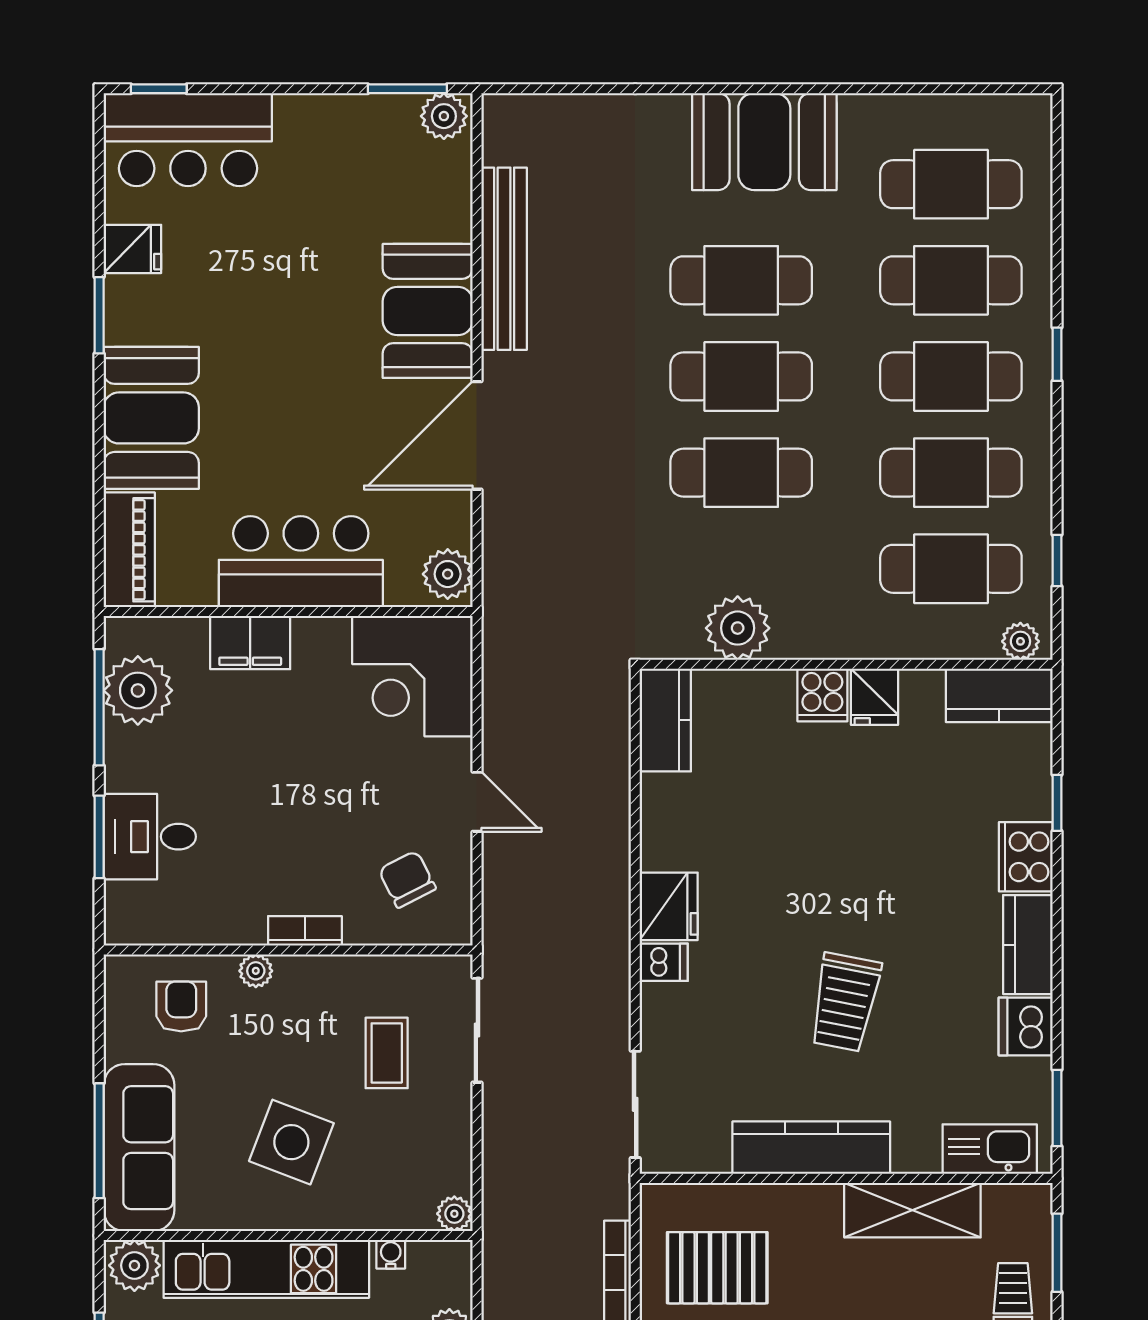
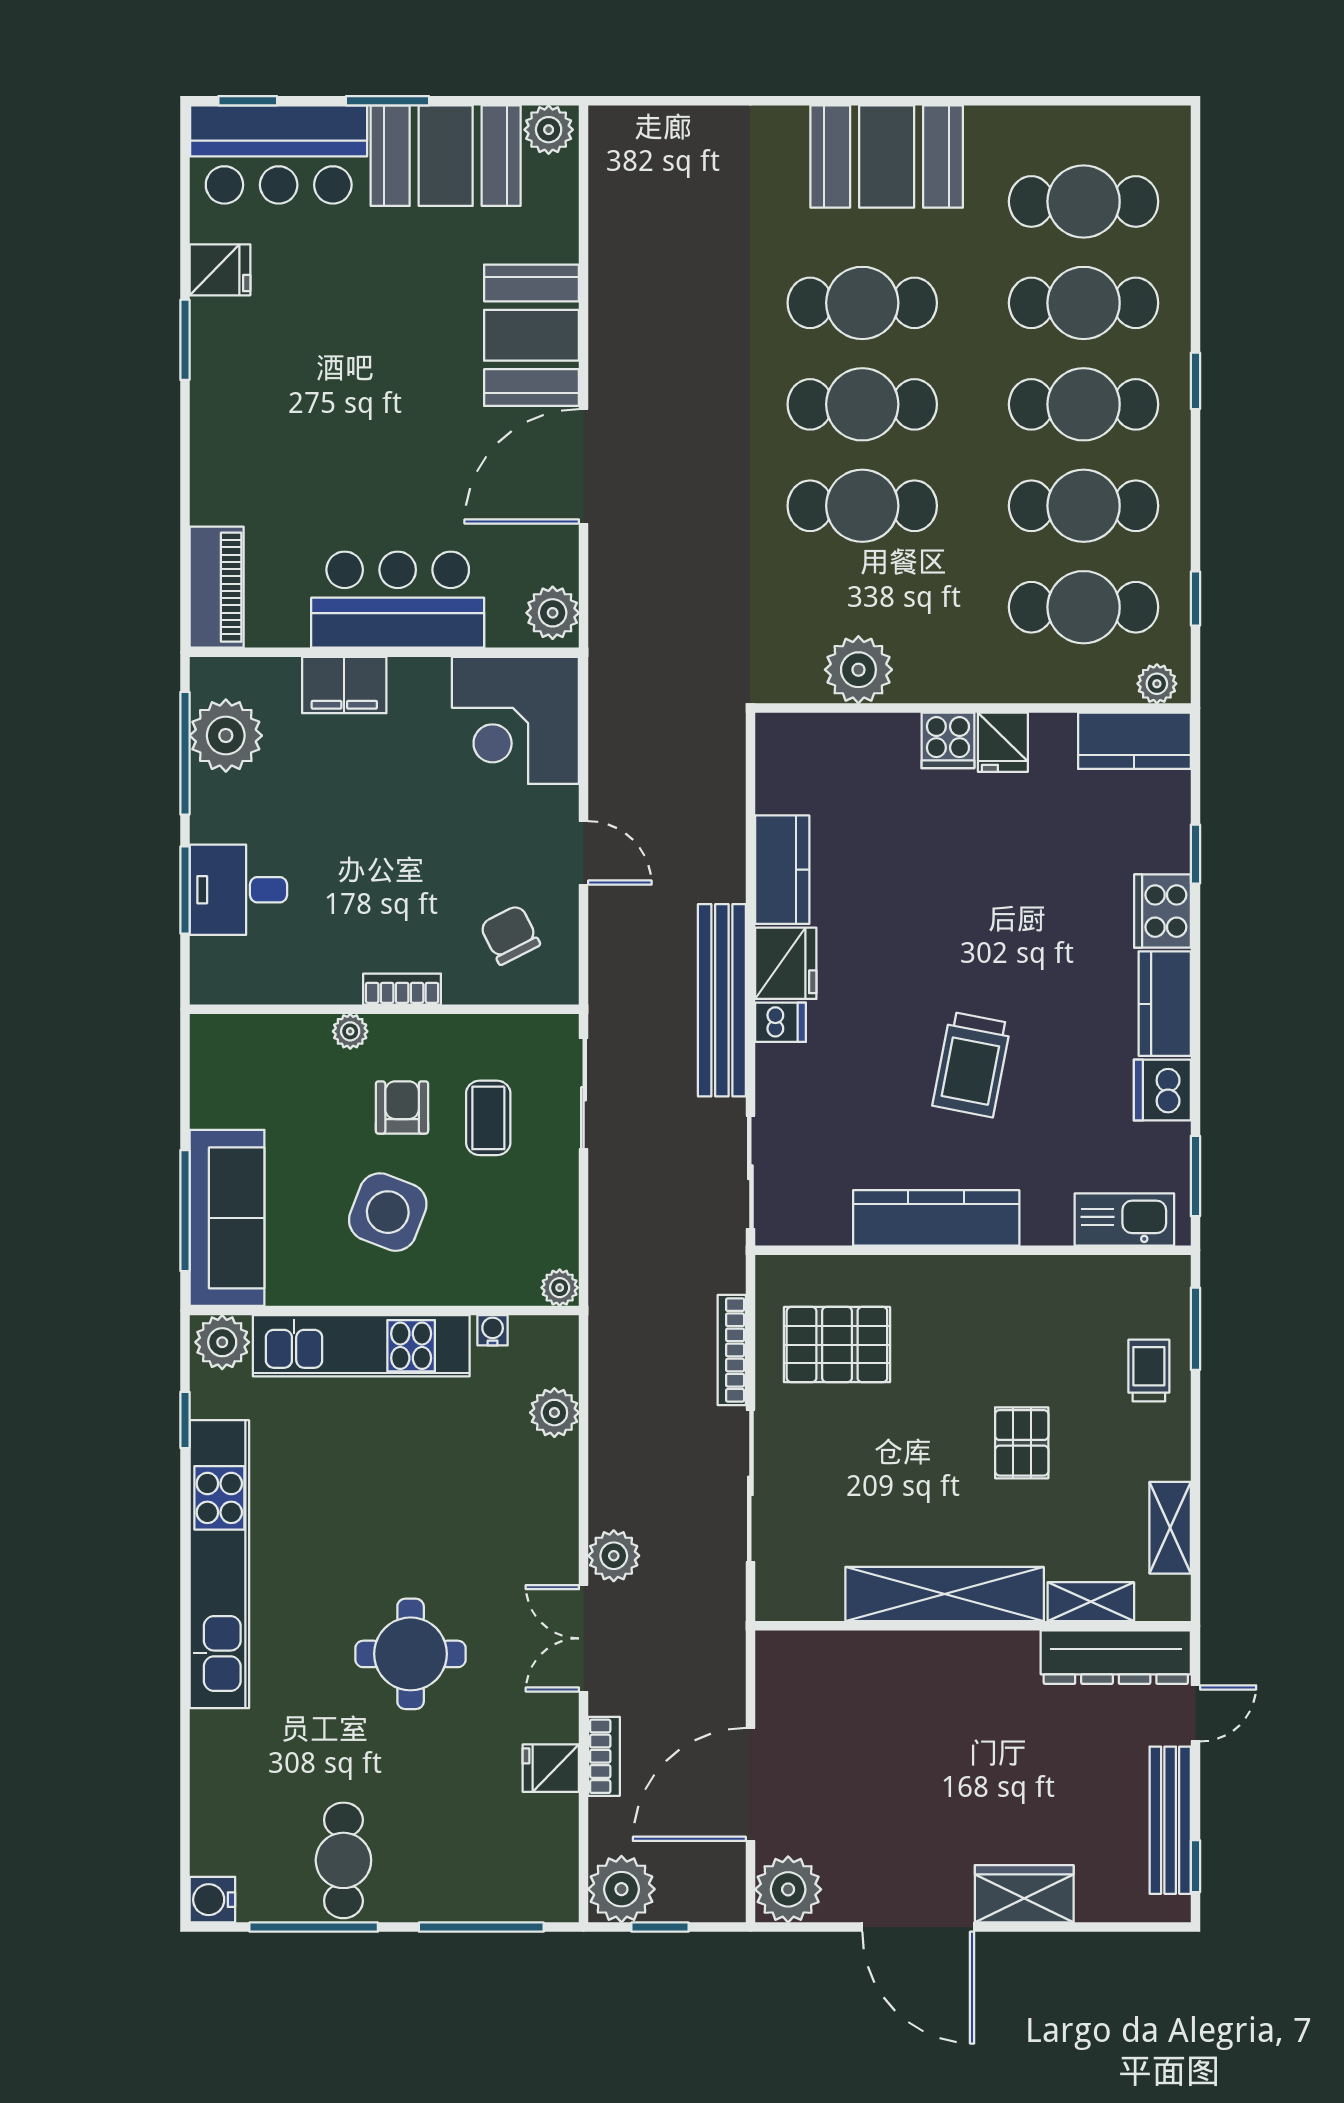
window: (407, 89) -> (388, 101), moved
bench: (504, 259) -> (722, 1000), moved
booth: (151, 418) -> (446, 156), moved, turned 90
kitchen counter: (665, 720) -> (782, 870), moved
armchair: (181, 1006) -> (402, 1107), moved
shelving: (912, 1210) -> (1043, 1284), removed

